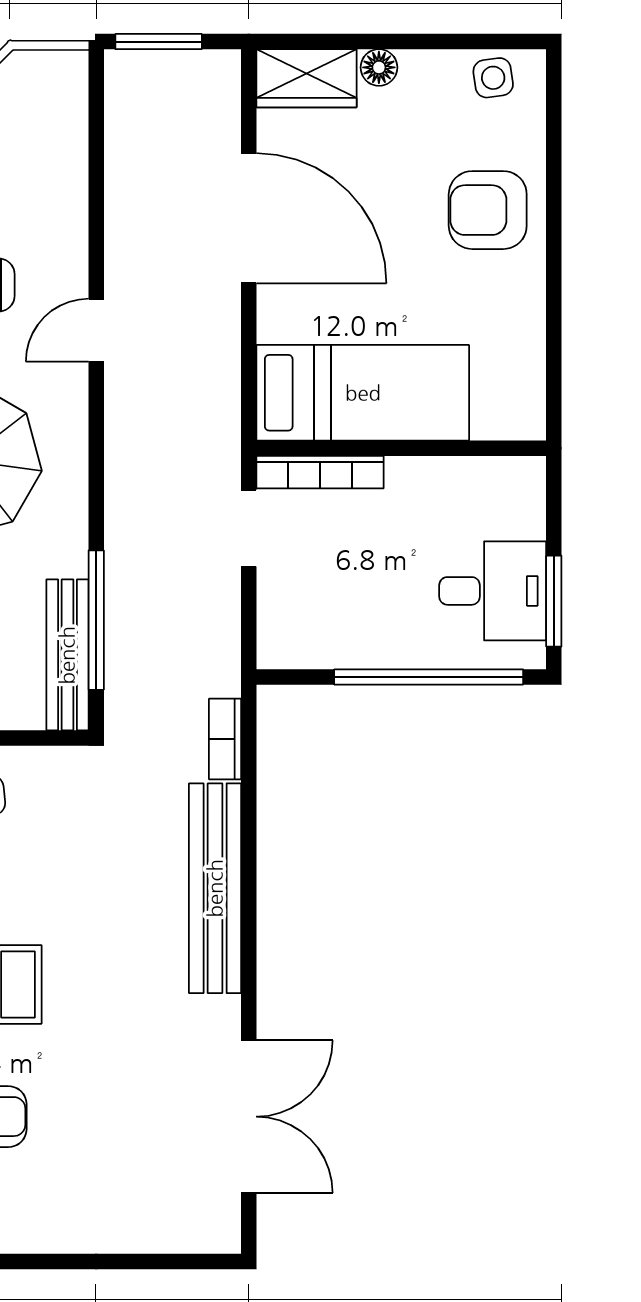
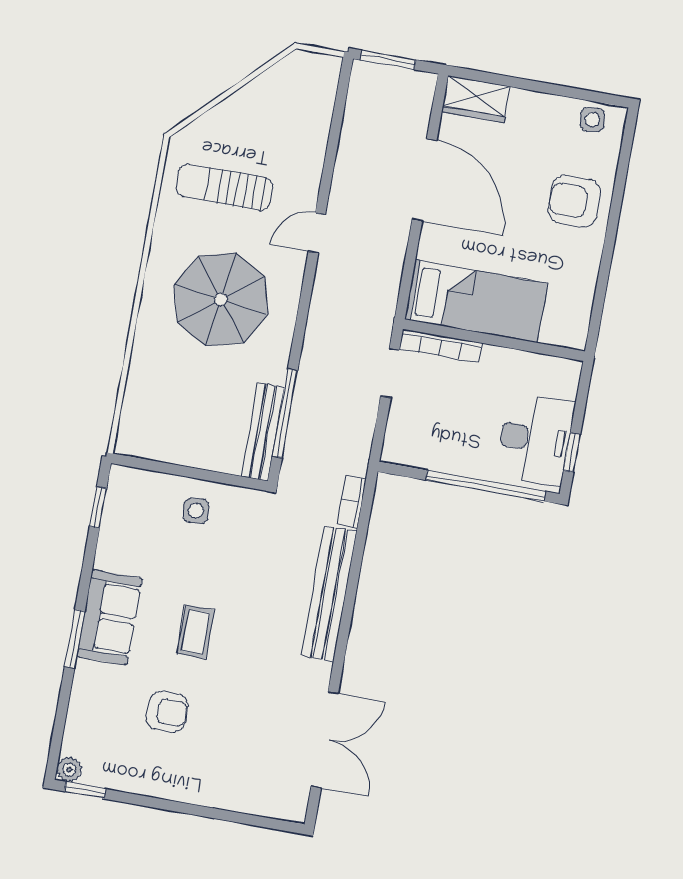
floor lamp: (379, 67) -> (522, 100), removed
desk: (493, 591) -> (535, 439), width x1.37
window: (554, 601) -> (572, 452), width x0.67

